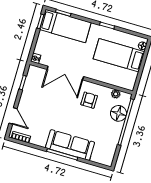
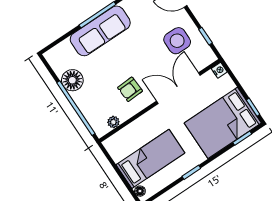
bed: (65, 26) -> (223, 123), width x1.50
side table: (39, 97) -> (177, 41), added
armchair: (89, 100) -> (130, 89), turned 87
floor lamp: (118, 113) -> (72, 80), moved

